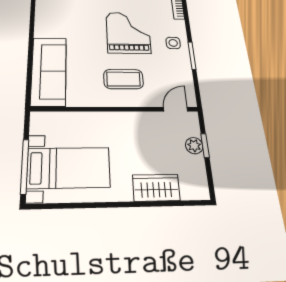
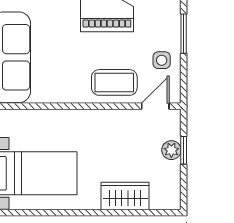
side table: (173, 43) -> (162, 60), moved
coffee table: (123, 79) -> (114, 82), moved

